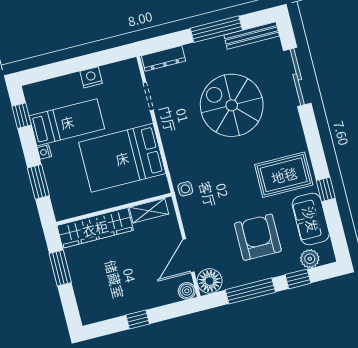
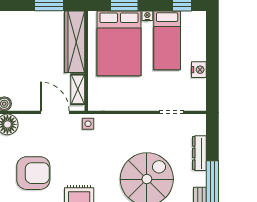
dresser: (163, 58) -> (199, 153), moved
bed: (122, 158) -> (119, 43), moved, turned 180
door: (189, 256) -> (55, 112), moved

